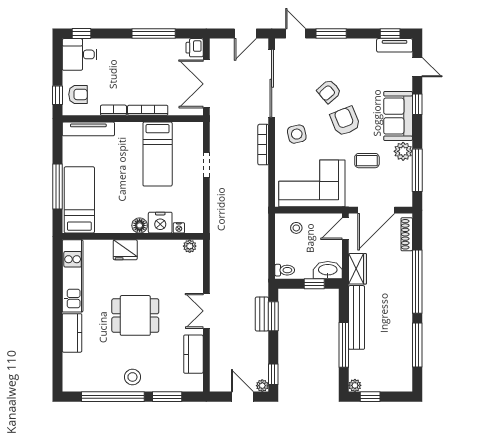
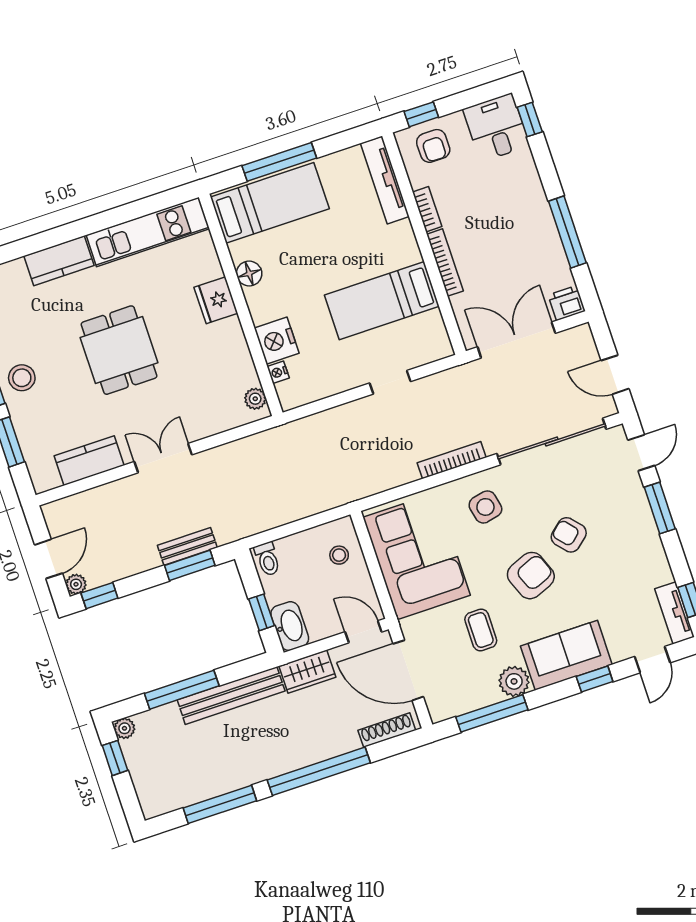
floor lamp: (140, 225) -> (249, 273), moved

